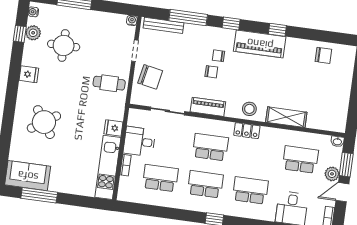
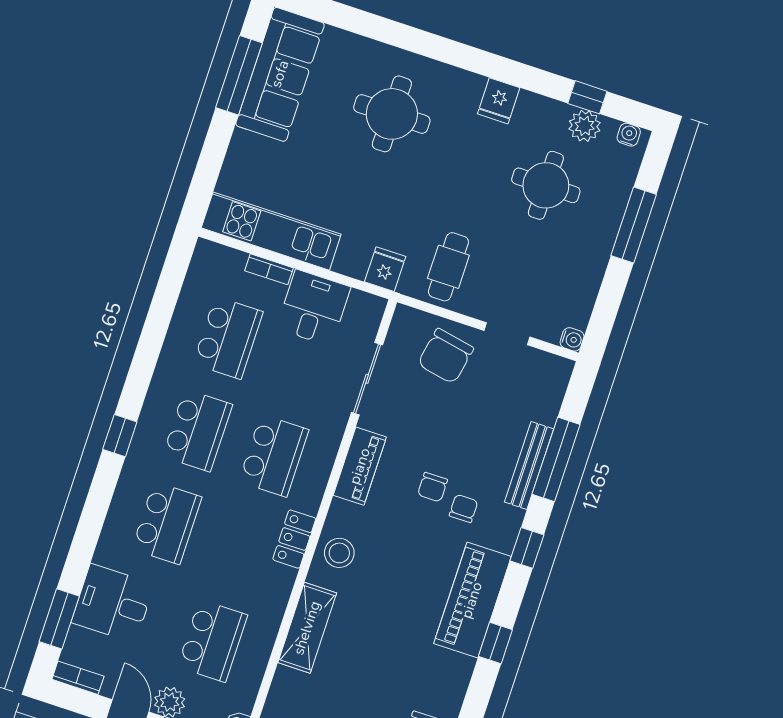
bench: (164, 25) -> (529, 465), moved
round table: (44, 122) -> (392, 114), turned 34
fridge: (113, 128) -> (385, 269), moved
sofa: (28, 176) -> (280, 74), width x1.36

